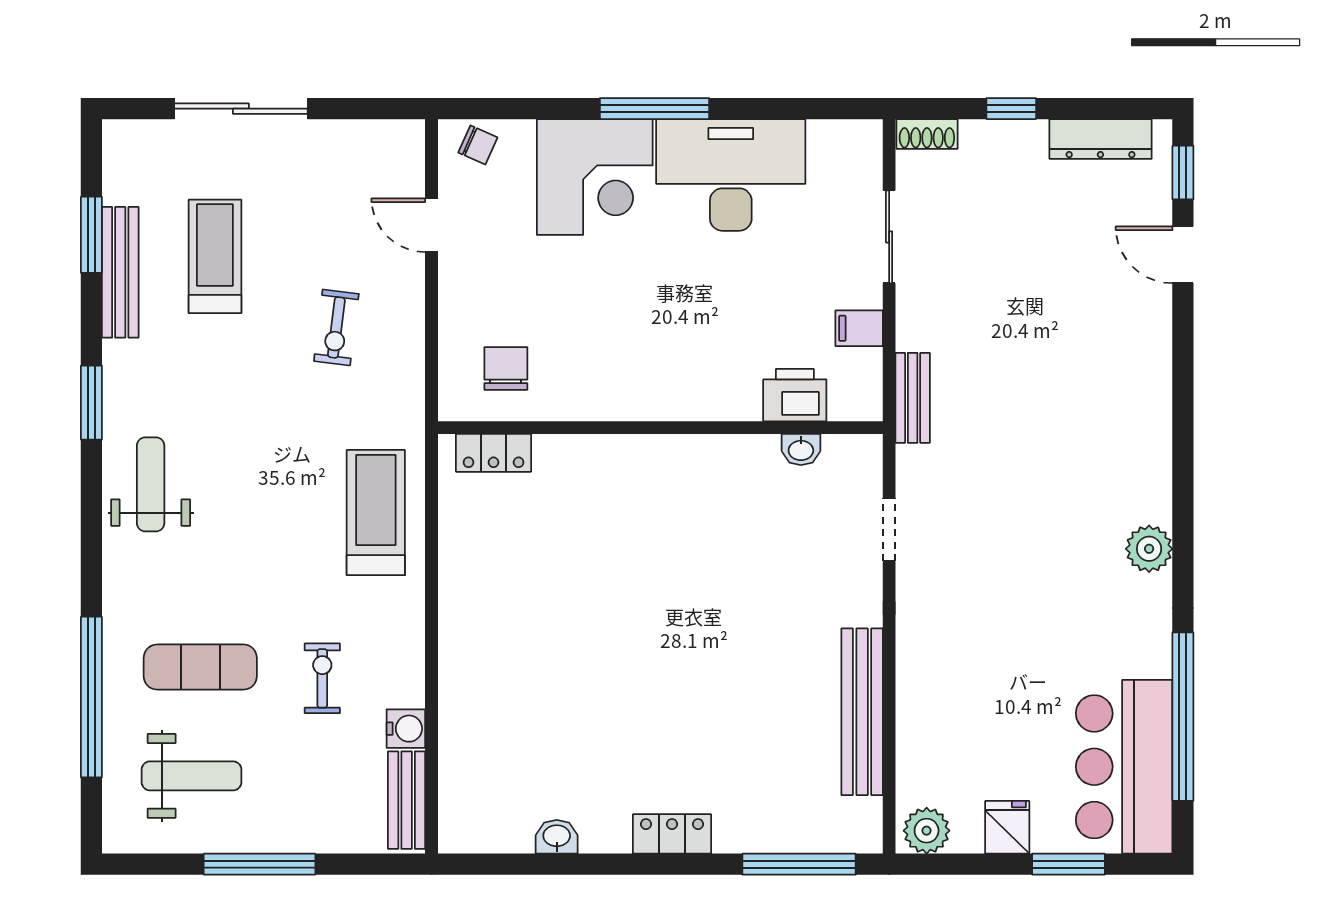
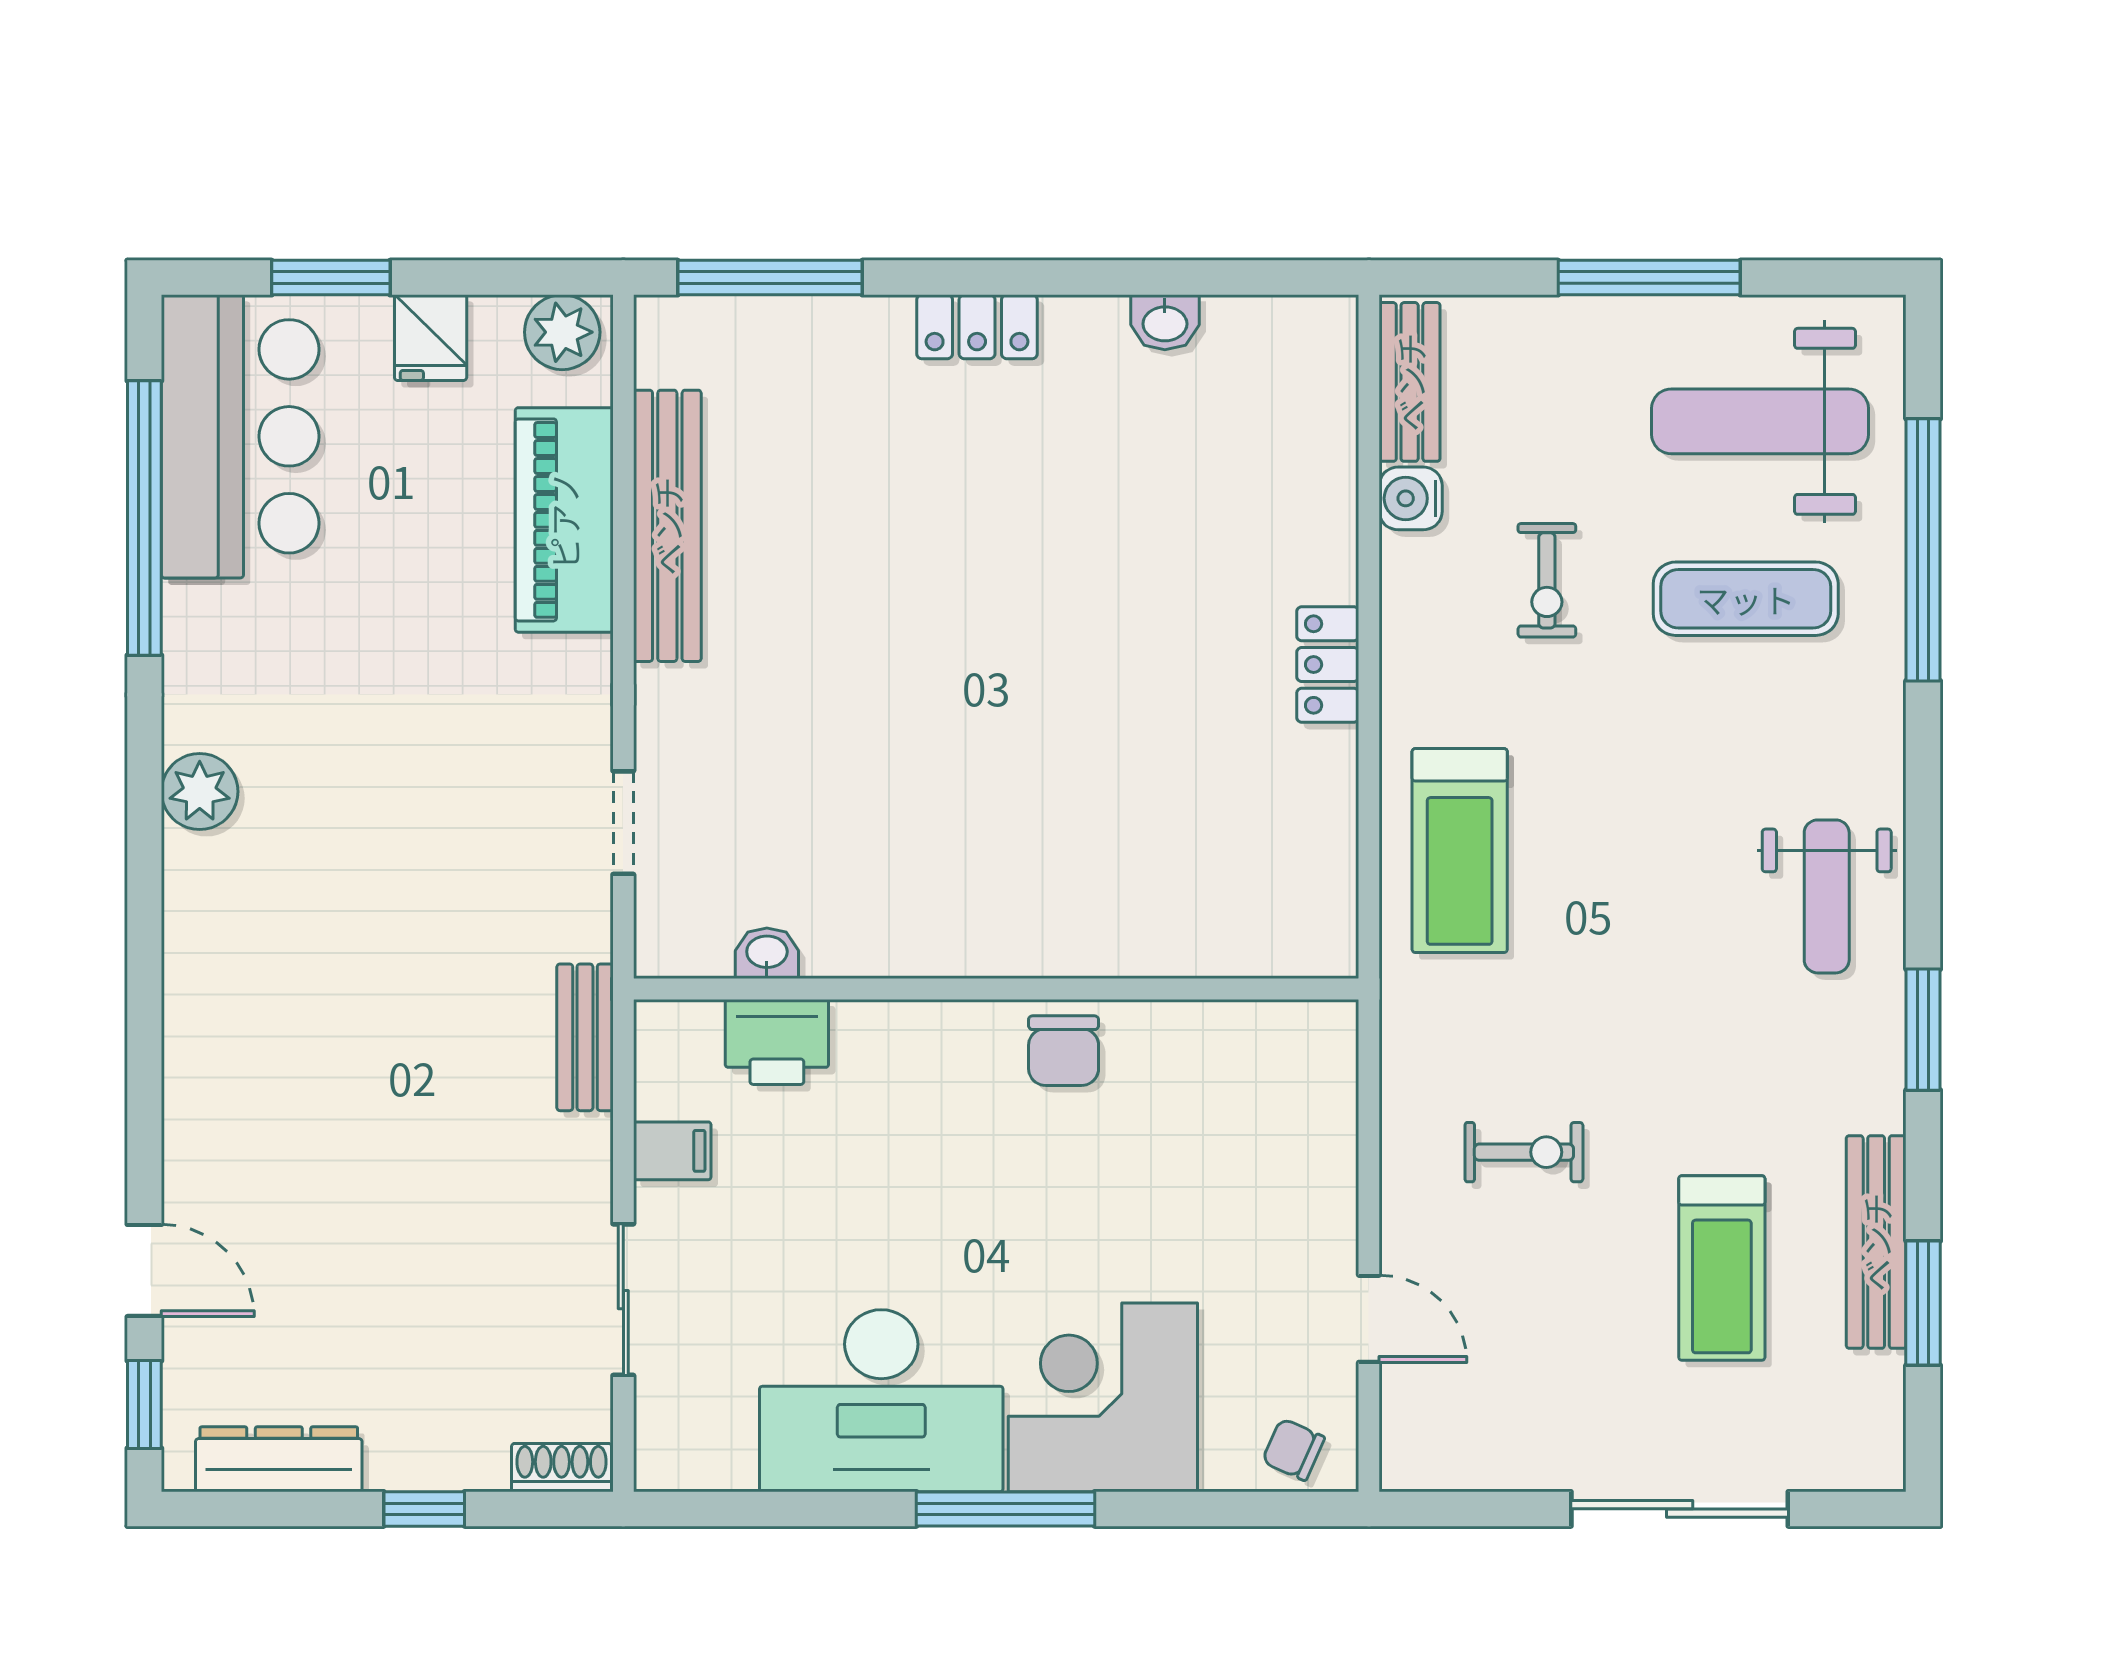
exercise bike: (336, 327) -> (1524, 1152), turned 83
chair: (506, 369) -> (1064, 1051), moved
locker: (494, 453) -> (1328, 665), moved, turned -90
piano: (925, 715) -> (564, 520), added
weight bench: (192, 776) -> (1760, 421), width x1.36, depth x1.33

